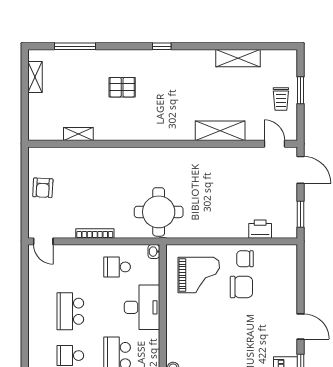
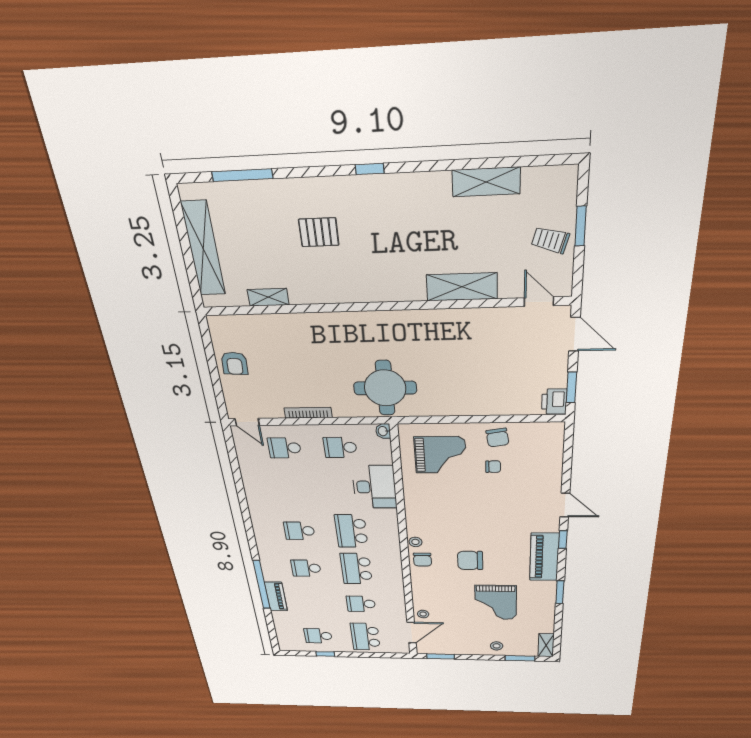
shelving: (35, 77) -> (203, 249), width x2.20, depth x1.33
trolley: (281, 99) -> (550, 240), turned 106
printer: (260, 229) -> (554, 401), moved, turned -90
chair: (245, 259) -> (497, 438), turned -99
chair: (241, 287) -> (493, 467), width x0.54, depth x0.54
school desk: (70, 311) -> (284, 448), moved, width x0.54

